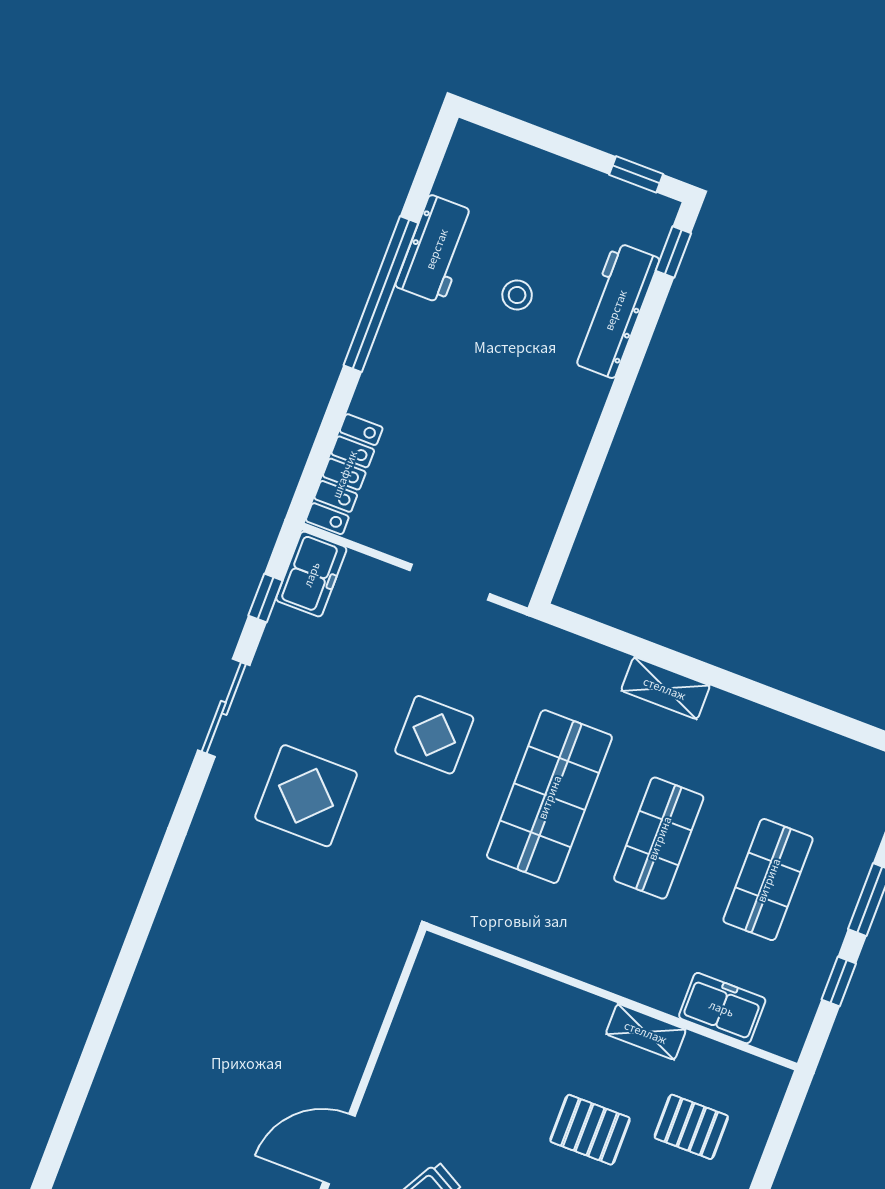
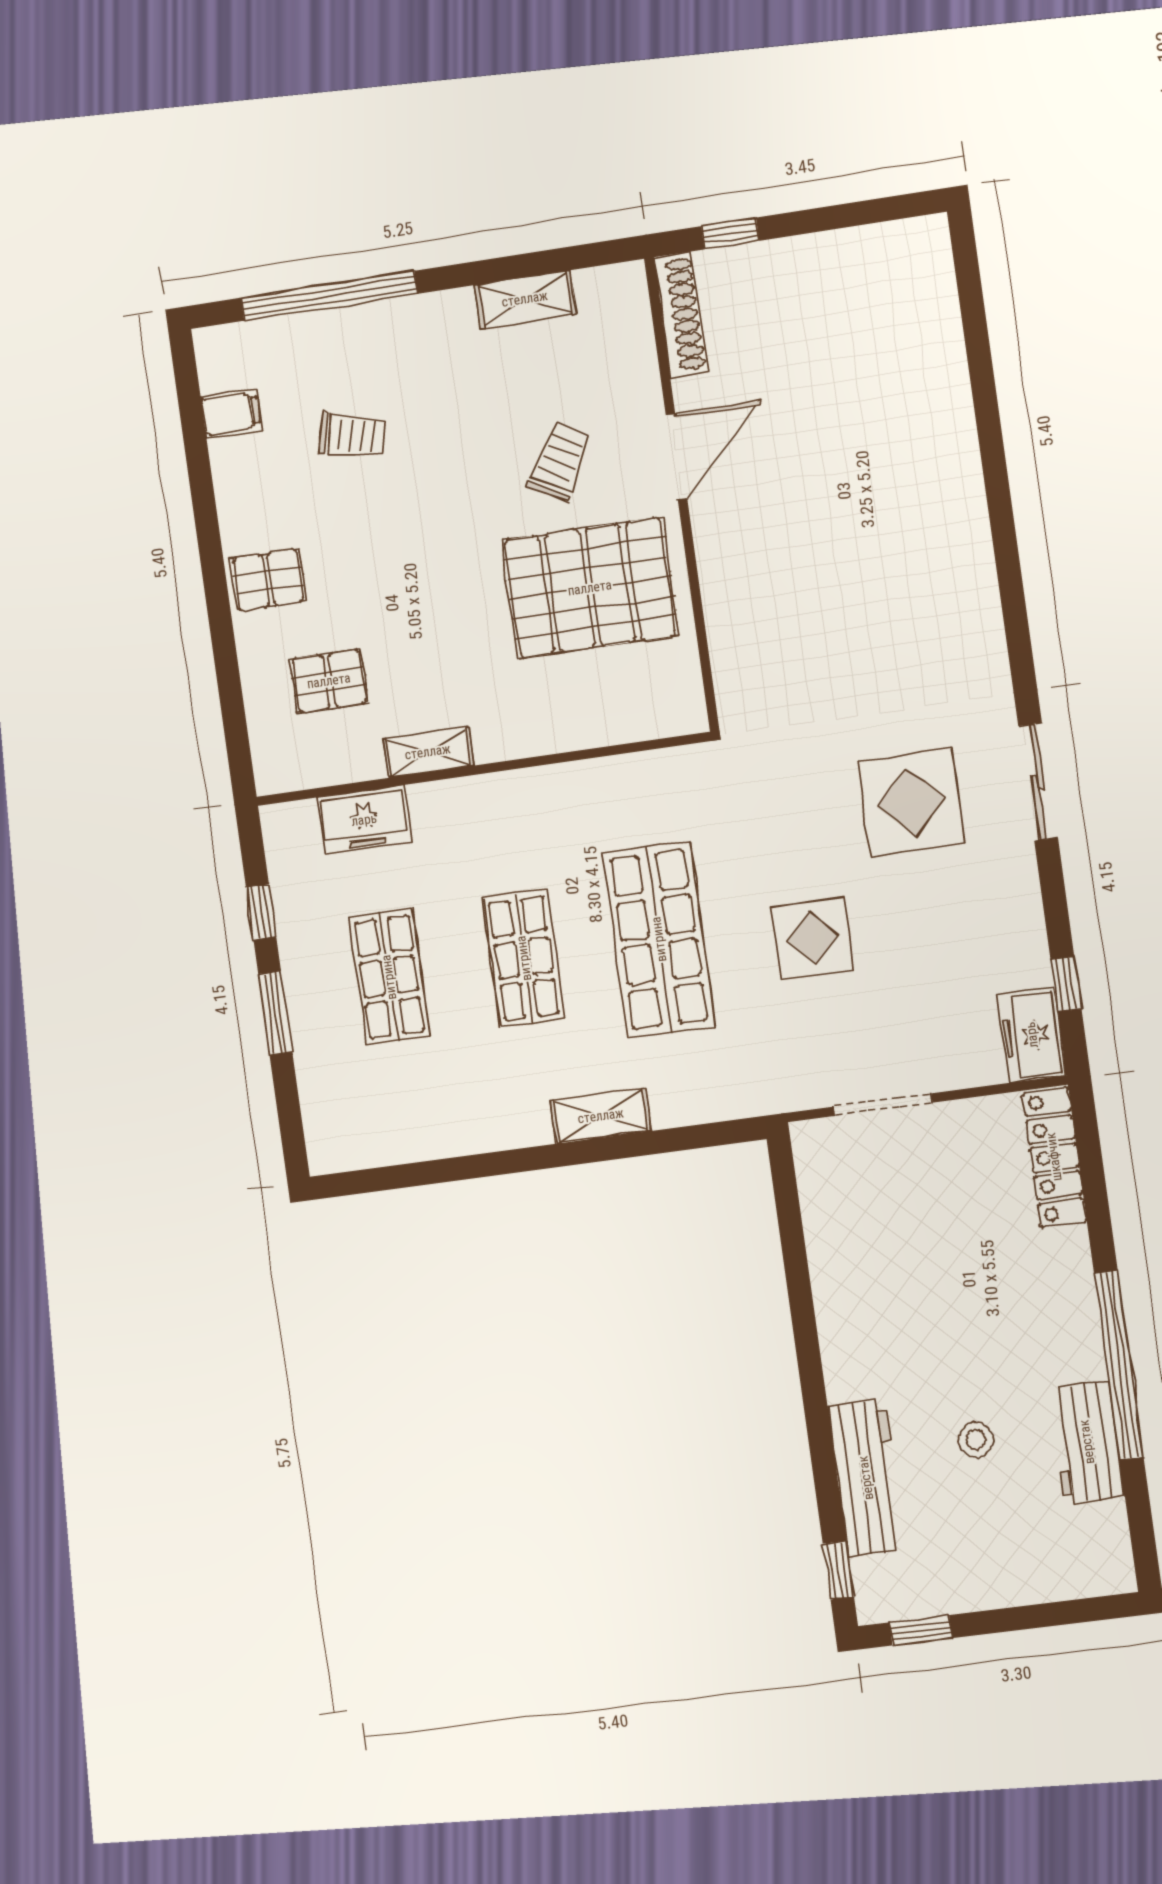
sliding door: (224, 708) -> (1038, 782), moved
pallet: (590, 1130) -> (590, 588), moved, width x2.05, depth x2.00

